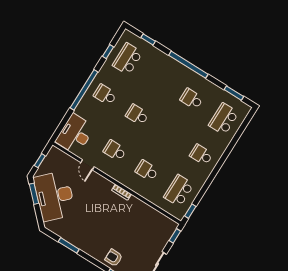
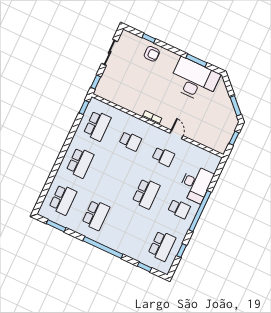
school desk: (192, 99) -> (96, 215), width x1.85
school desk: (137, 115) -> (146, 193), width x1.85
desk: (75, 134) -> (196, 184), moved
school desk: (201, 155) -> (80, 163), width x1.85
door: (87, 165) -> (176, 134), moved
desk: (55, 196) -> (194, 80), moved, turned -45

